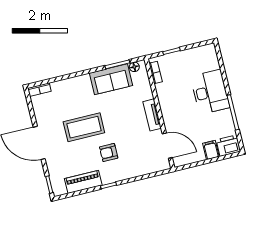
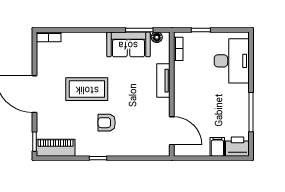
desk: (210, 92) -> (232, 61), moved
tv unit: (152, 115) -> (163, 81), moved
piano: (83, 182) -> (56, 148), moved

